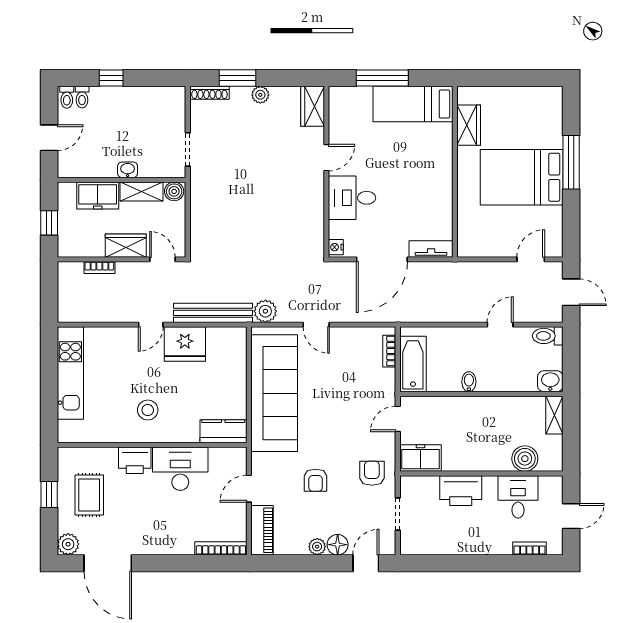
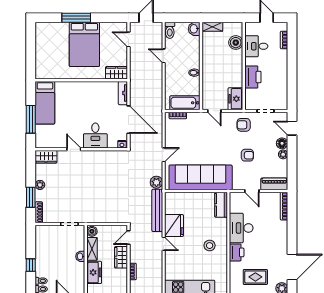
wardrobe: (469, 125) -> (117, 73), moved

